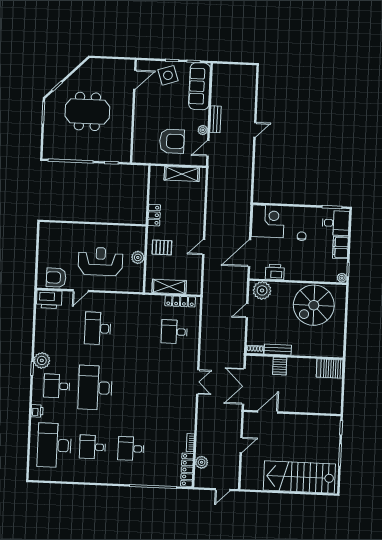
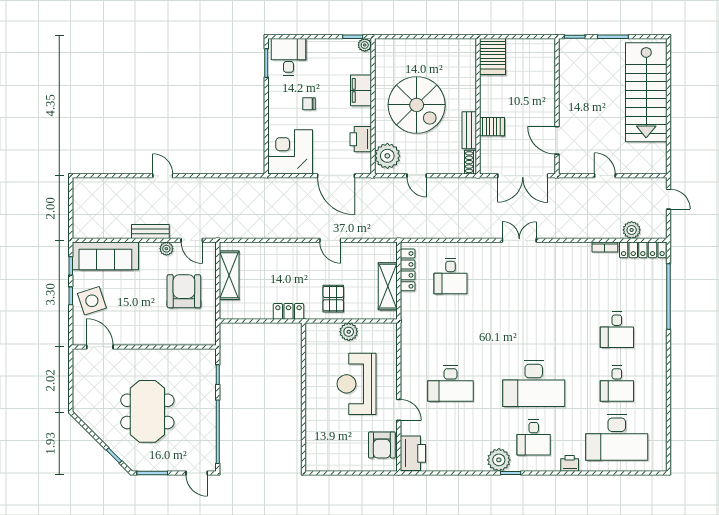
door: (42, 145) -> (197, 473), added
filing cabinet: (340, 248) -> (361, 90), moved, turned 90
spiral stairs: (314, 305) -> (417, 105), moved

